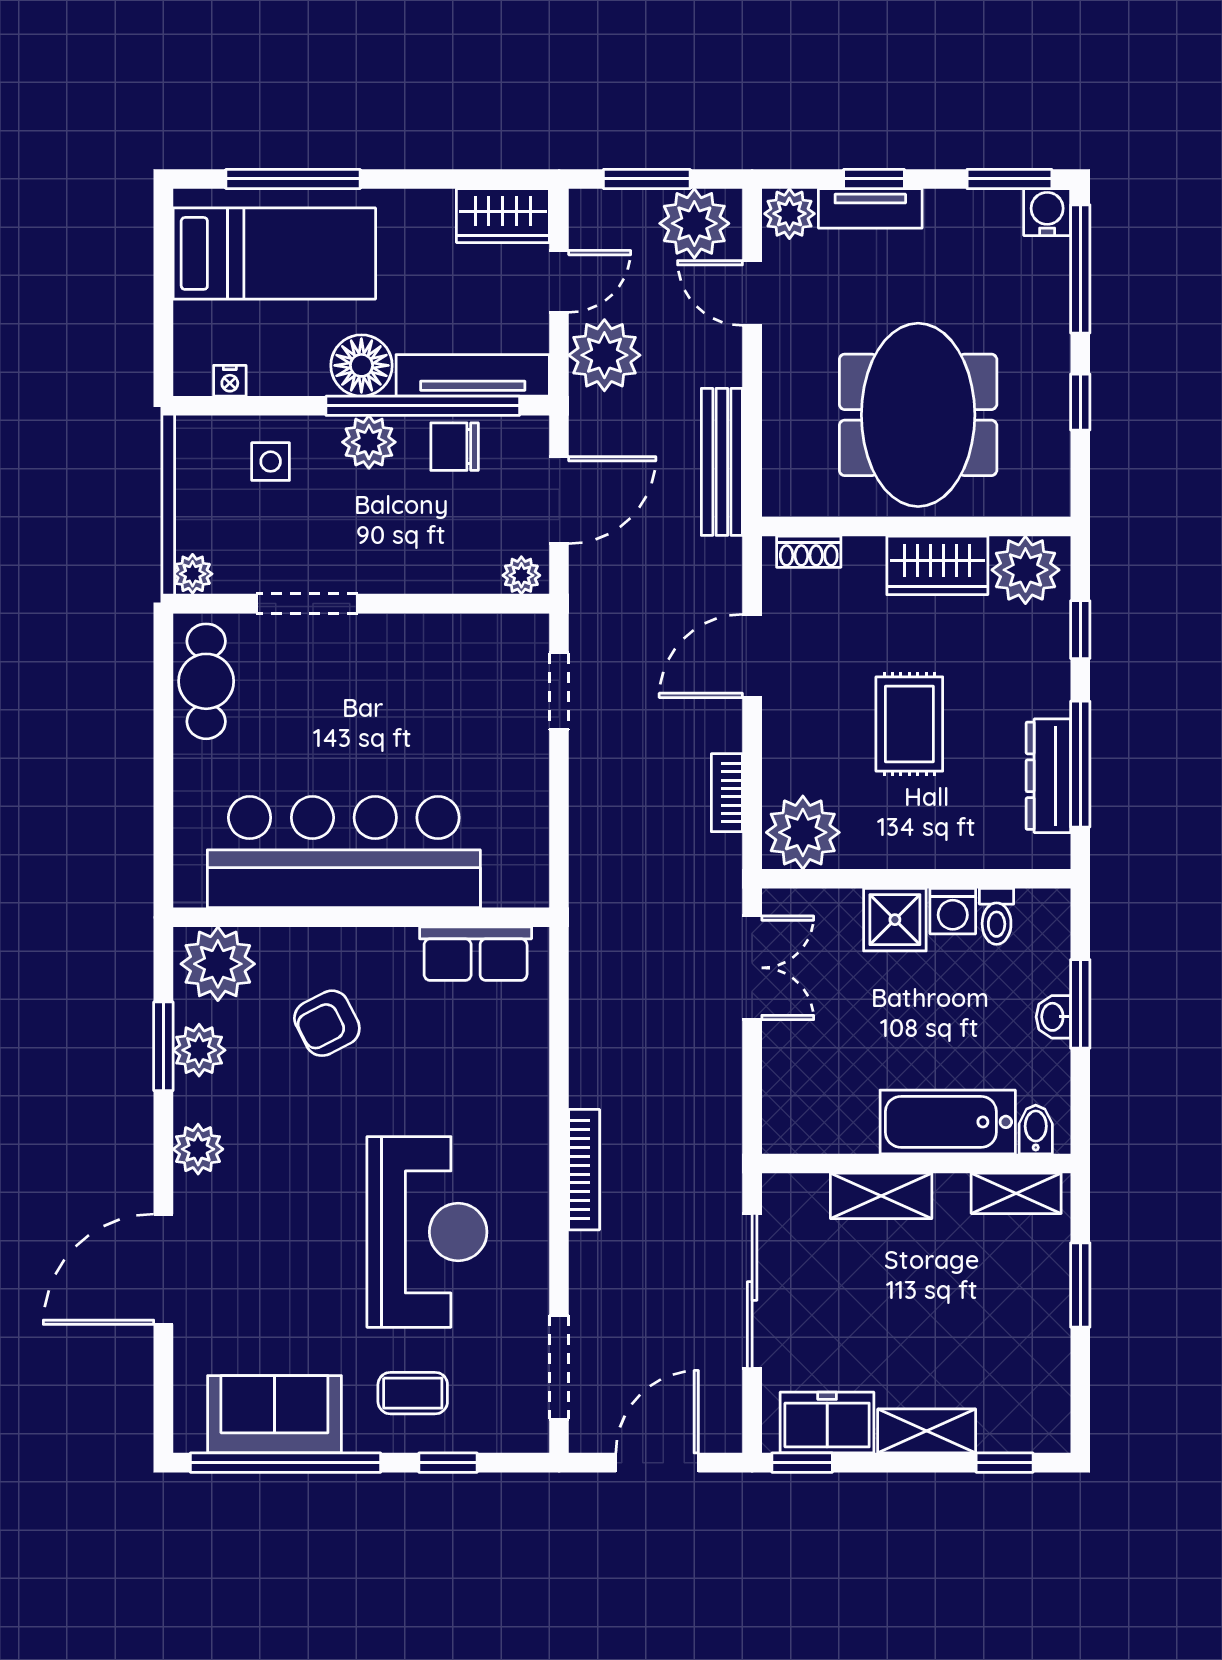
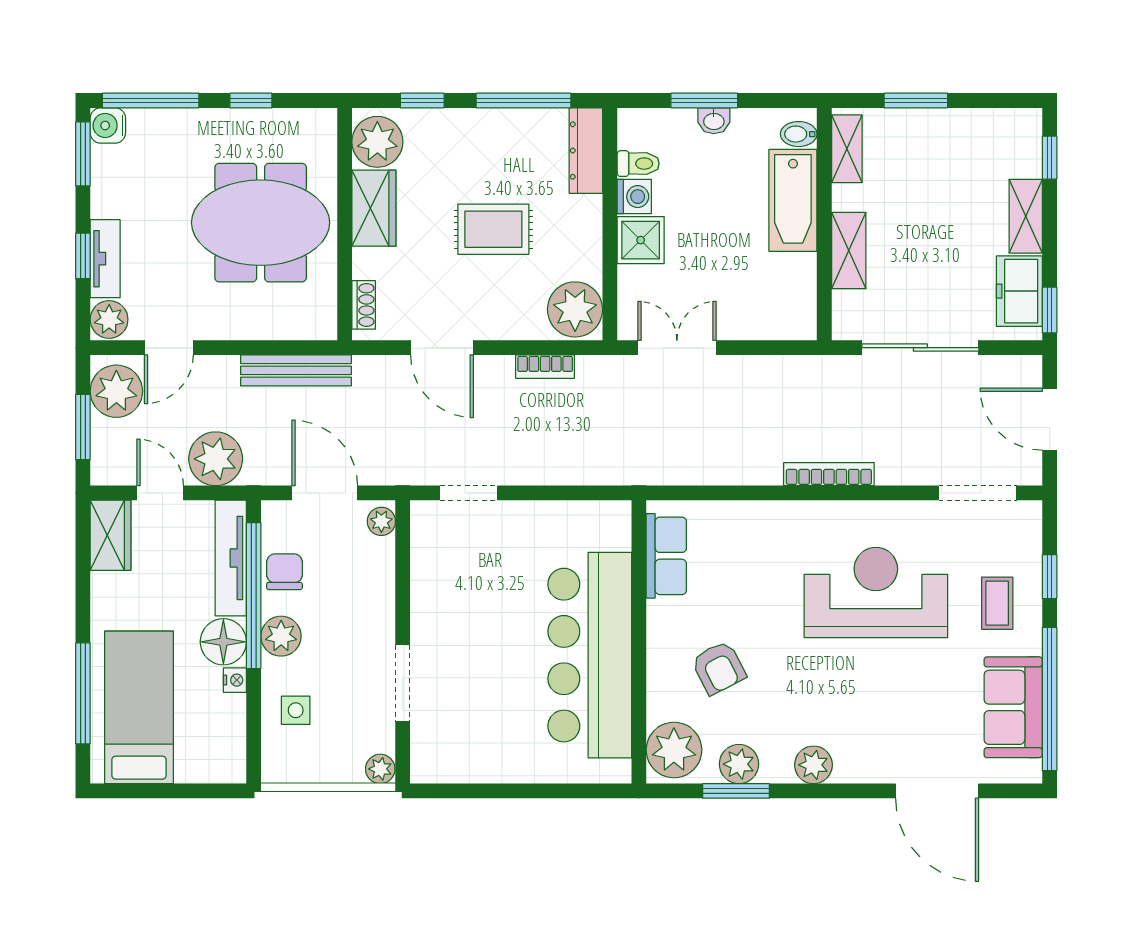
nightstand: (230, 381) -> (235, 680), moved
chair: (455, 447) -> (284, 572), turned 180
cafe table: (206, 681) -> (461, 759), removed
dresser: (1048, 776) -> (586, 151), moved, turned 90
door: (163, 1269) -> (937, 791), moved

